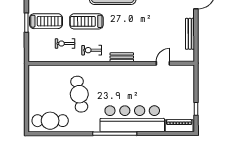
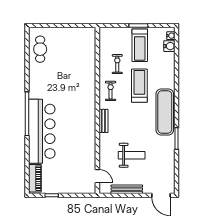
weight bench: (156, 29) -> (132, 155), added
door: (163, 63) -> (97, 176), moved
cafe table: (79, 94) -> (67, 78), removed
cafe table: (50, 121) -> (40, 49), width x0.73, depth x0.74

